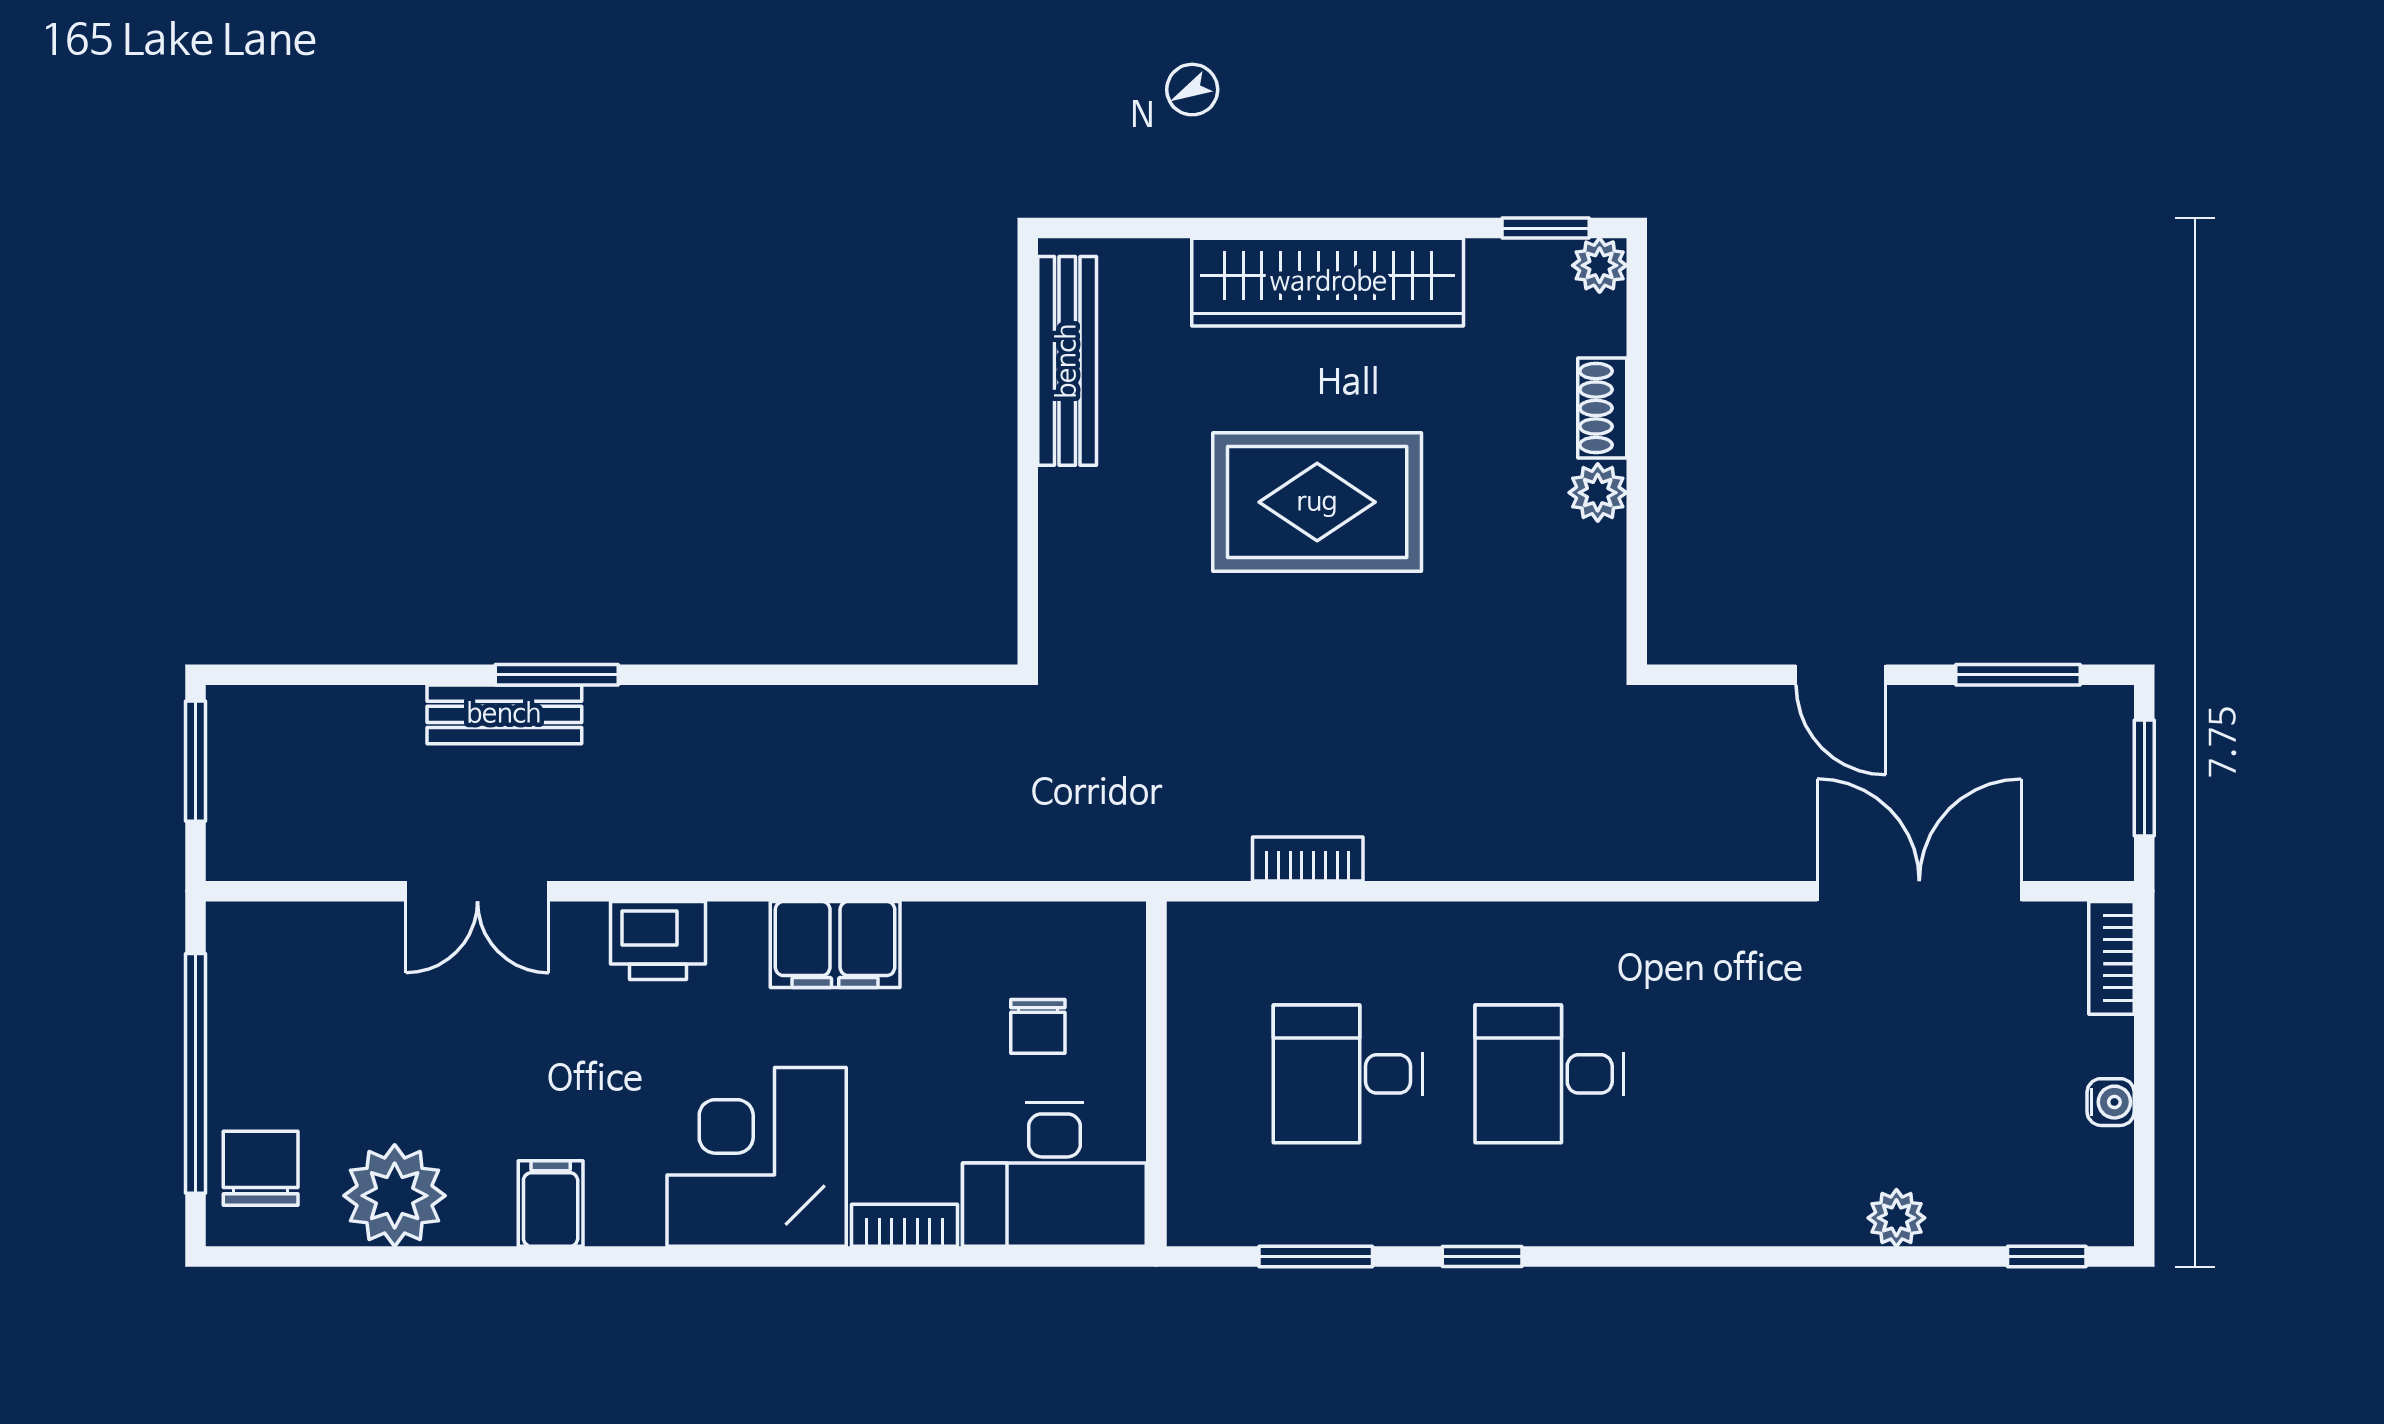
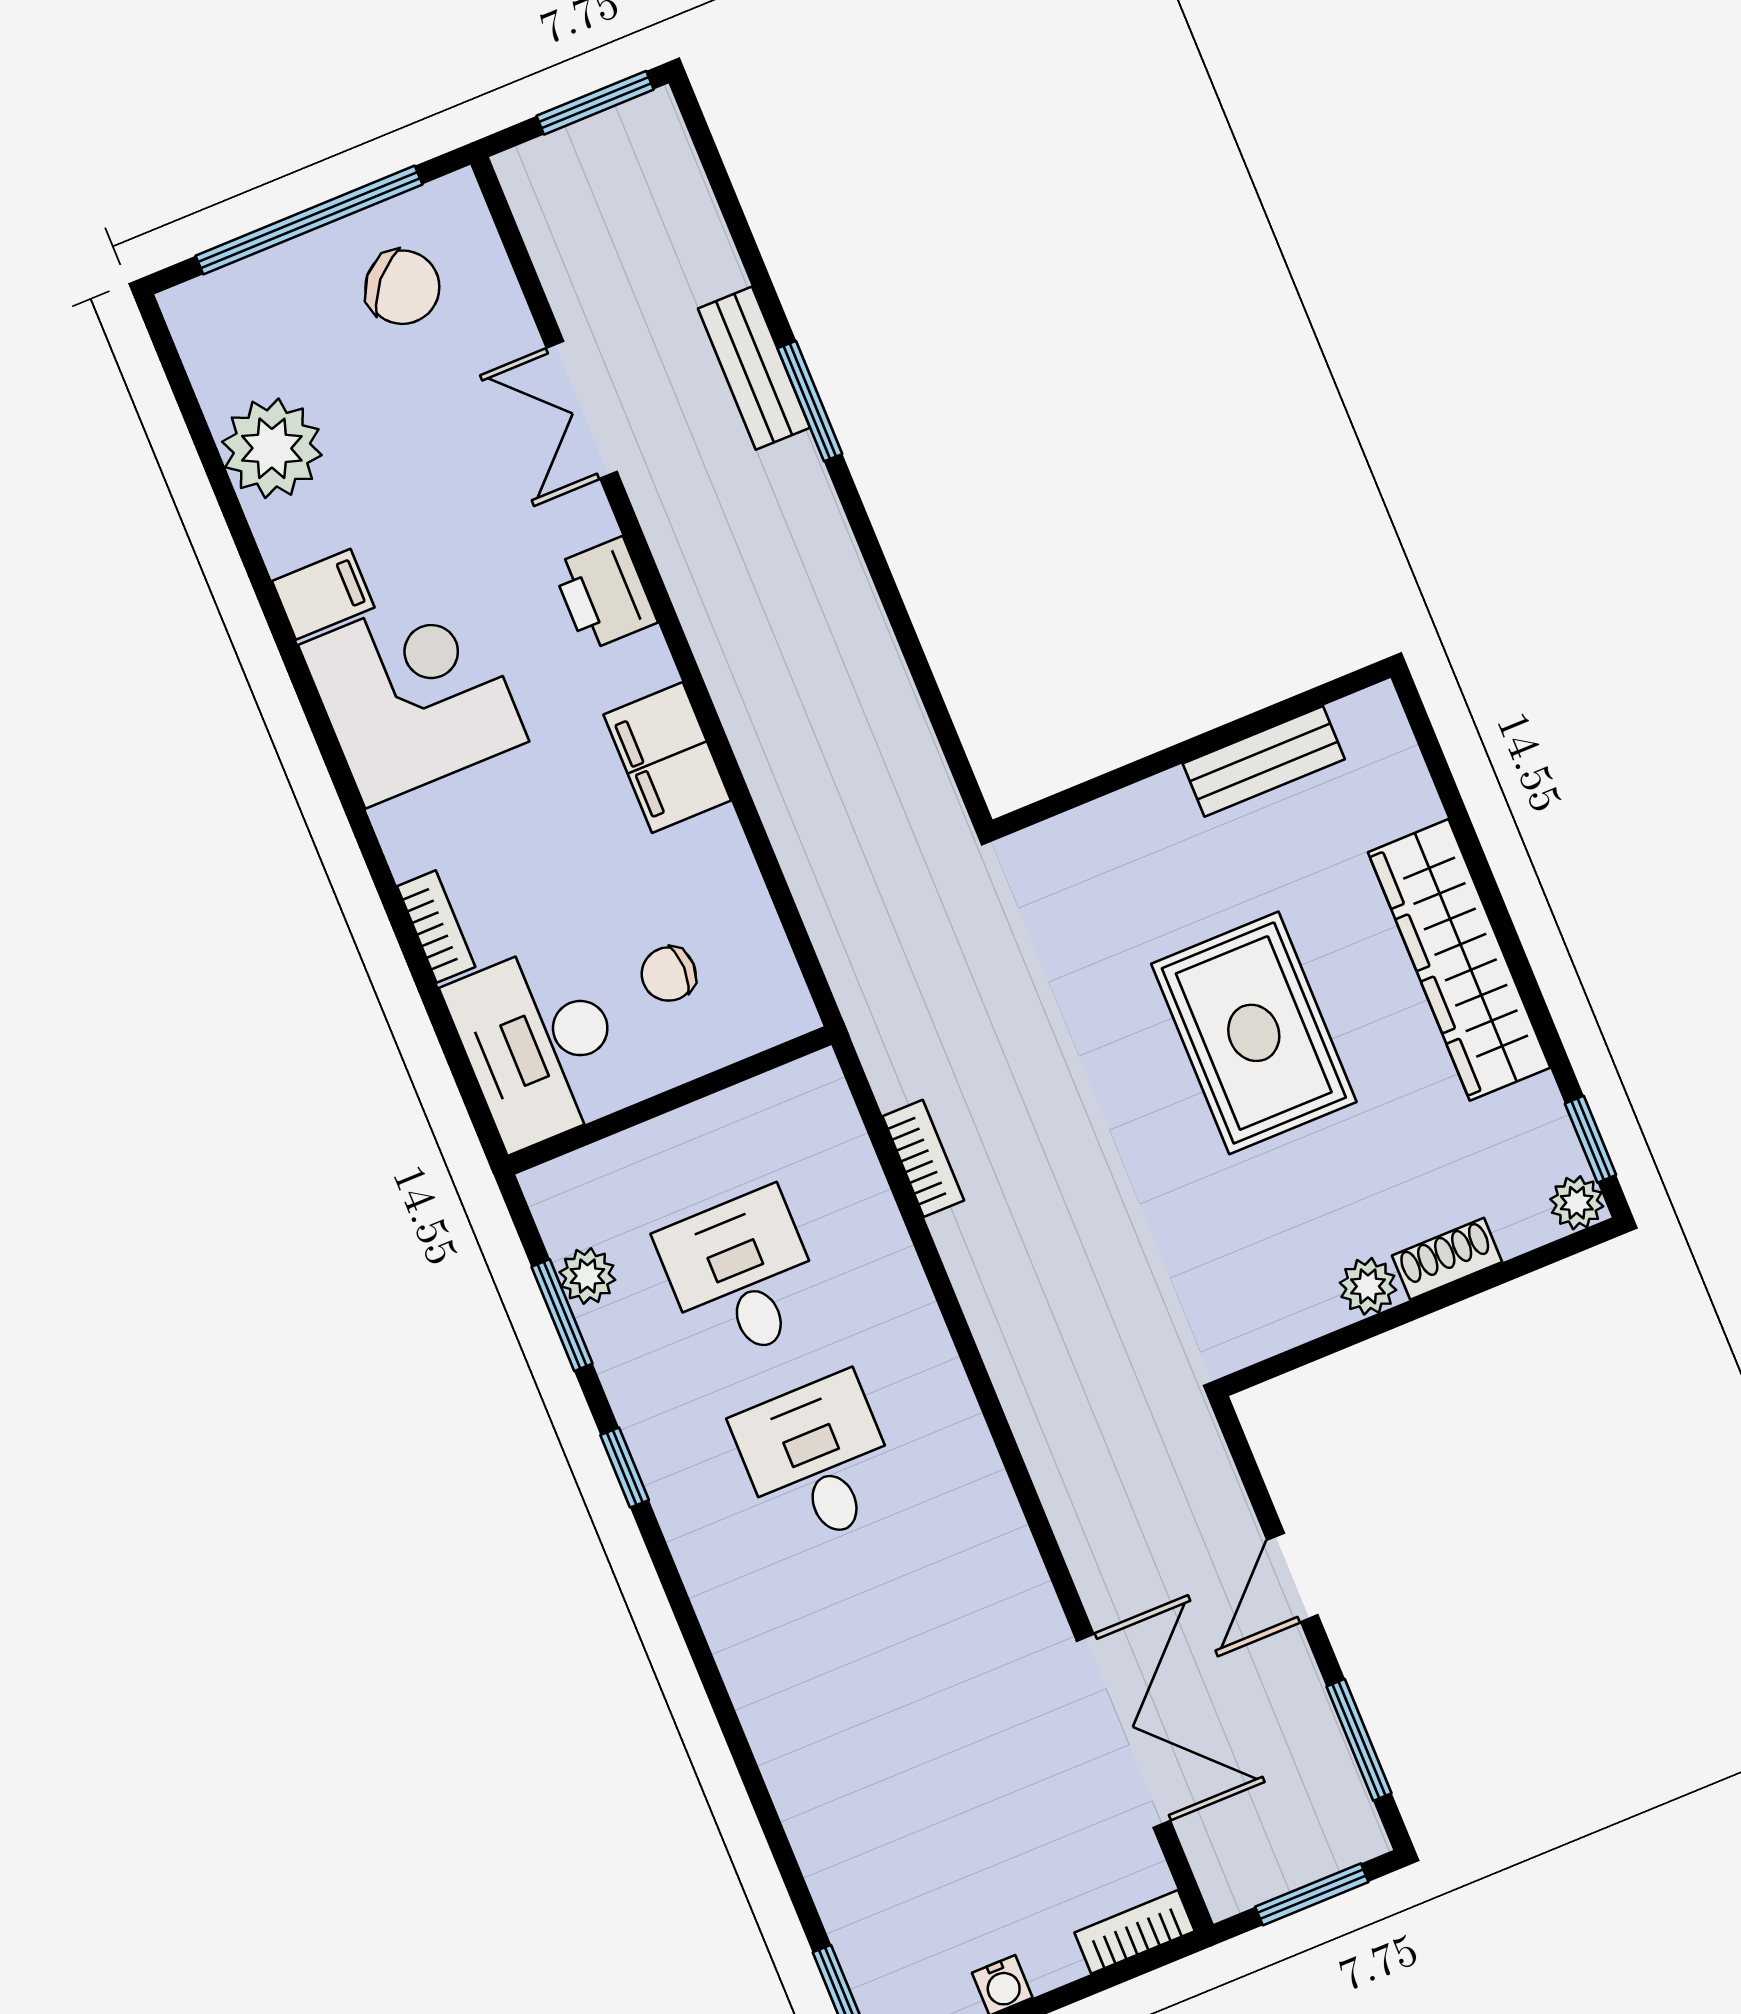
bench: (1067, 361) -> (1264, 761), width x0.73
corner desk: (757, 1157) -> (414, 693), moved
chair: (261, 1168) -> (402, 287), moved, turned 41
plant: (1896, 1218) -> (587, 1276), moved

